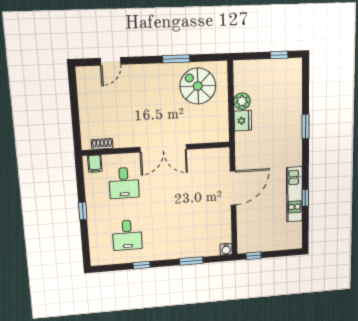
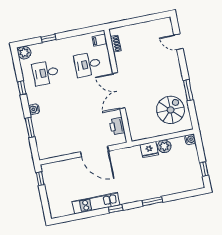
water cooler: (239, 67) -> (190, 139), added
printer: (207, 157) -> (117, 126), added
window: (305, 198) -> (116, 209), moved
window: (83, 211) -> (49, 38), moved
water cooler: (226, 249) -> (34, 109), moved
plant: (98, 258) -> (24, 53), added

